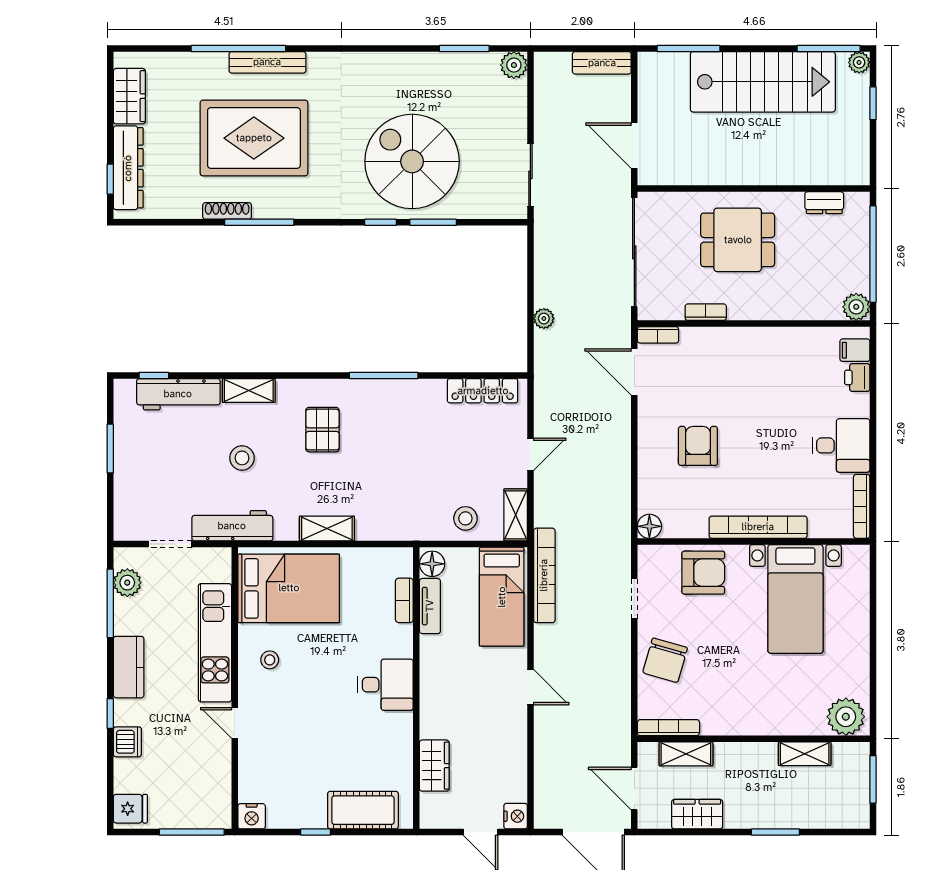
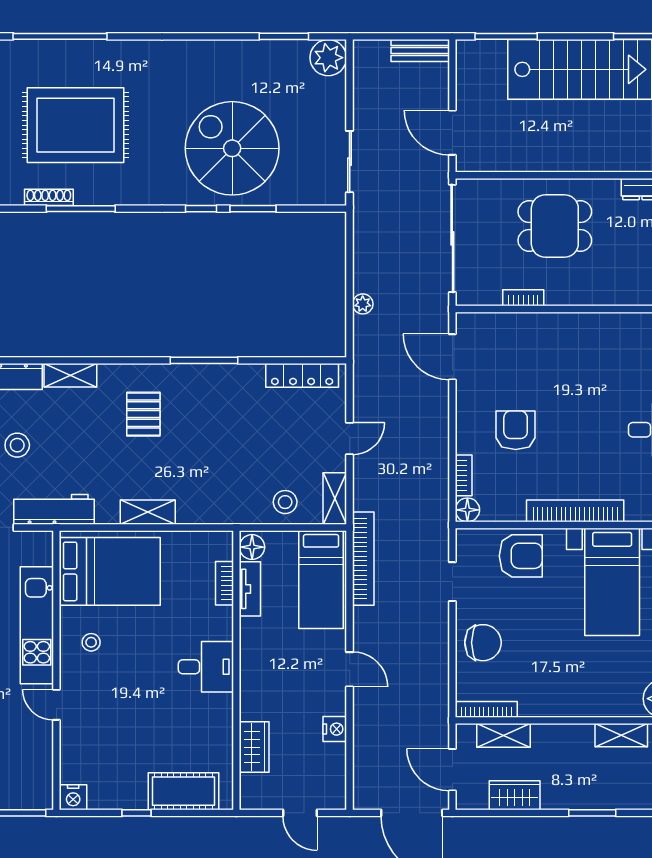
bench: (267, 62) -> (89, 50), removed
plant: (514, 65) -> (328, 58), width x1.36, depth x1.36
bookcase: (658, 335) -> (464, 475), moved, turned -90
stool: (242, 458) -> (17, 445), moved
chair: (665, 660) -> (483, 643), turned -106
nightstand: (516, 816) -> (335, 729), moved

